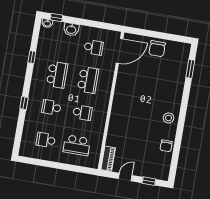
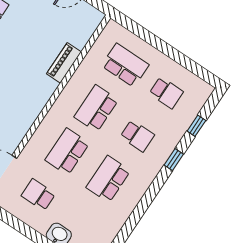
window: (32, 57) -> (196, 126), moved
school desk: (82, 113) -> (96, 108), width x1.85
piano: (108, 159) -> (64, 63), moved

